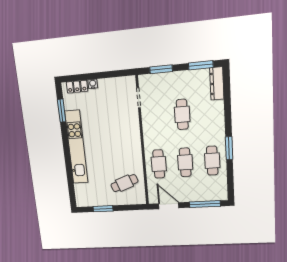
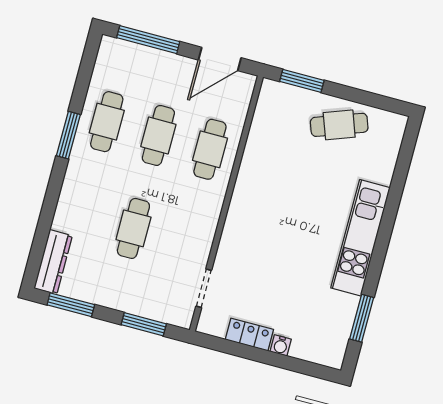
locker: (77, 87) -> (249, 335), moved
kitchen unit: (76, 147) -> (360, 238), width x0.73
cafe table: (124, 183) -> (339, 125), moved
door: (169, 206) -> (220, 59), hinge flipped
window: (103, 209) -> (302, 81), moved

